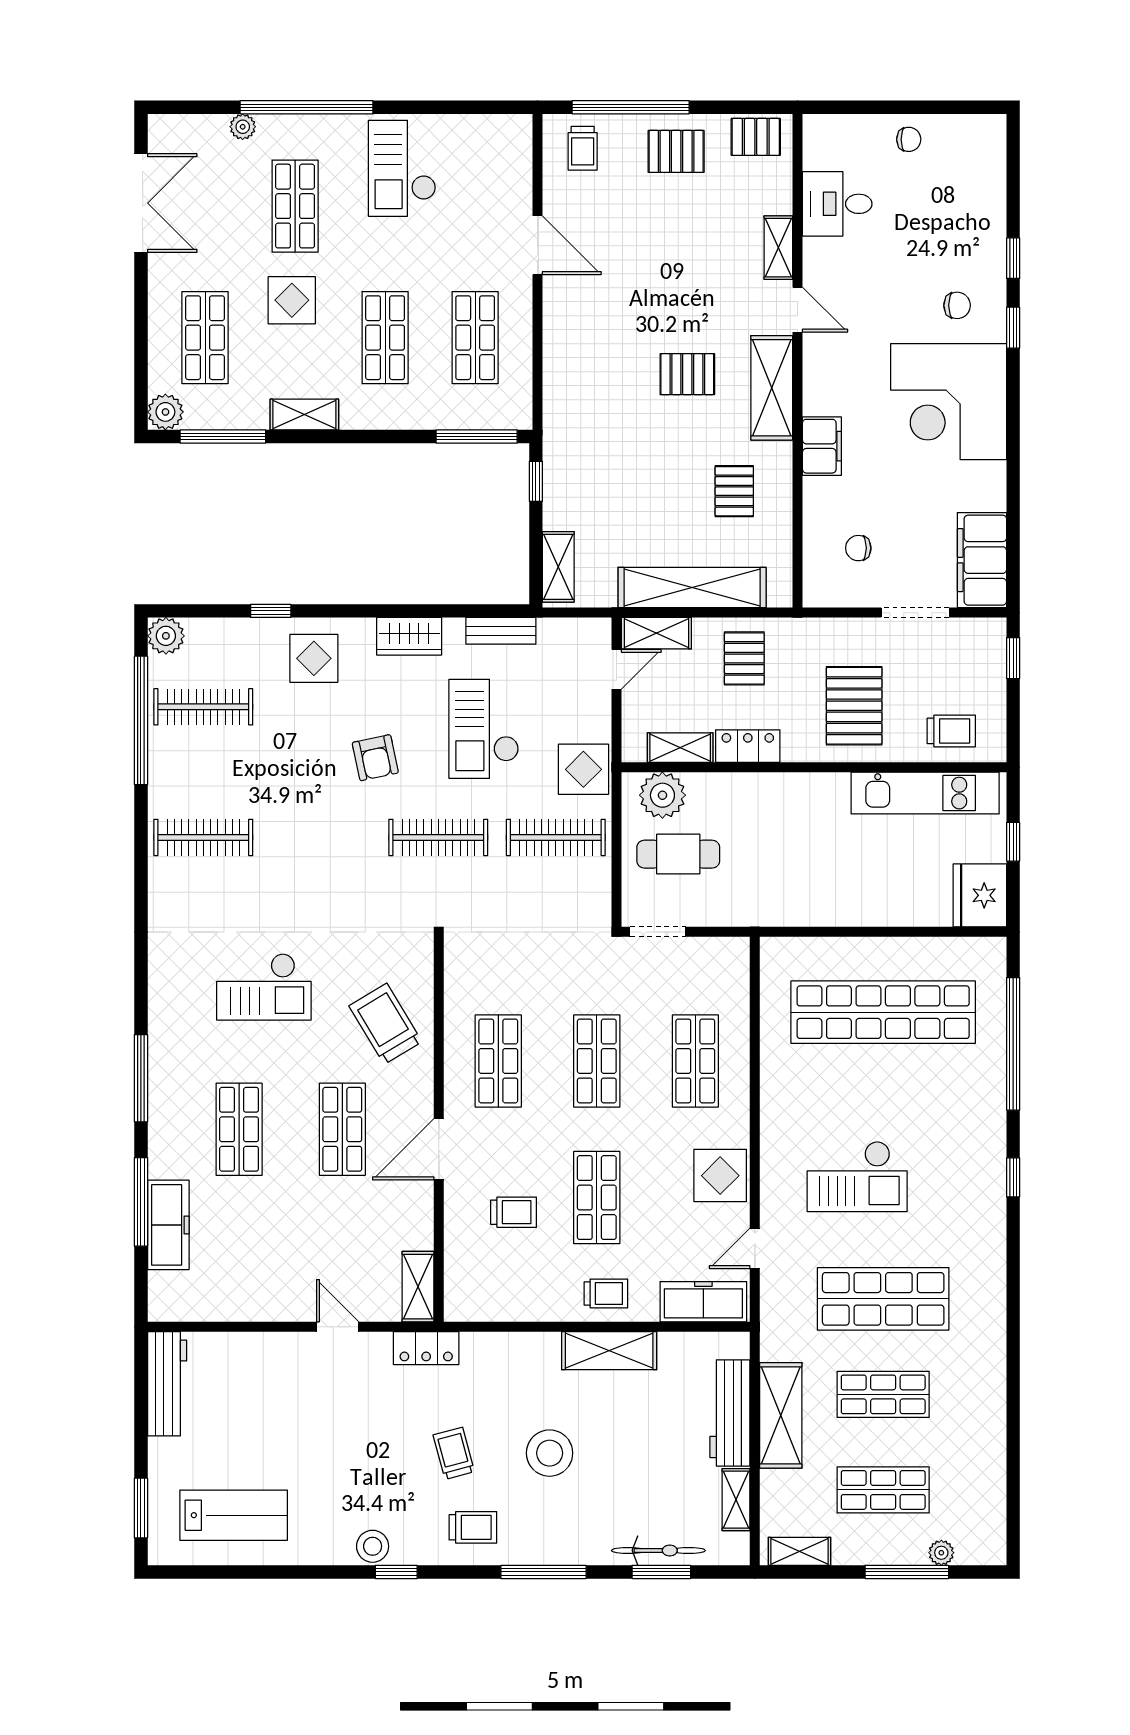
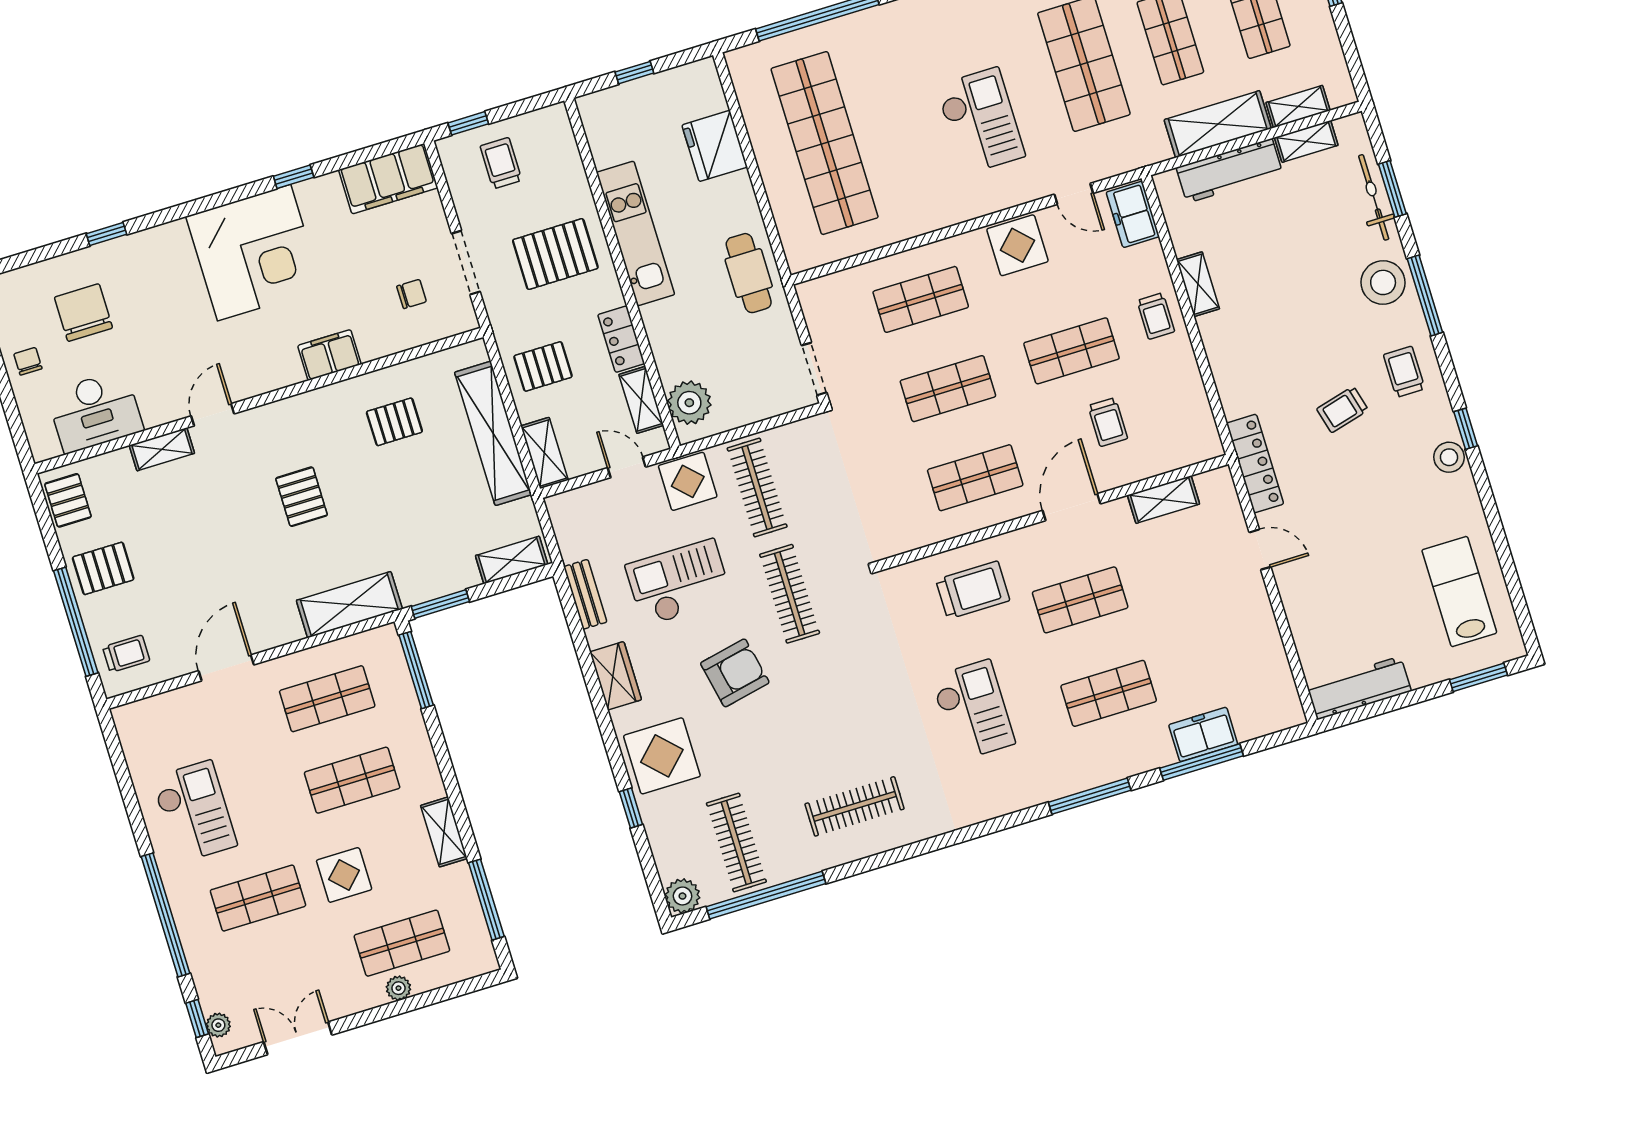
window: (192, 107) -> (197, 1019), added
plant: (243, 127) -> (218, 1025), moved
pallet: (676, 151) -> (103, 568), turned 90
checkout: (402, 168) -> (194, 812), turned -90
double door: (141, 203) -> (298, 1038), width x0.73
desk: (837, 204) -> (95, 411), width x1.37
chair: (957, 305) -> (83, 313), moved, width x1.87, depth x1.87
window: (1013, 328) -> (294, 177), moved
shelving: (772, 388) -> (349, 605), moved
plant: (165, 412) -> (398, 988), moved, width x0.73, depth x0.73
window: (536, 481) -> (440, 604), width x1.50
chair: (858, 548) -> (412, 294), turned -90
doorway: (915, 613) -> (466, 263), moved
display table: (314, 658) -> (662, 756), width x1.36, depth x1.36
door: (617, 669) -> (627, 467), moved
checkout: (484, 729) -> (679, 583), turned 180
trolley: (951, 731) -> (501, 163), moved
armchair: (375, 758) -> (735, 673), width x1.38, depth x1.38
kitchen unit: (925, 793) -> (635, 233), moved
clothes rail: (203, 837) -> (855, 806), turned 90
cafe table: (678, 854) -> (749, 273), moved
fridge: (980, 895) -> (715, 146), moved, turned 90
trolley: (385, 1024) -> (973, 590), turned -149
door: (439, 1149) -> (1072, 507), swing flipped
trolley: (513, 1212) -> (1108, 422), turned 180
freezer: (168, 1225) -> (1203, 734), width x0.71
shelving: (418, 1287) -> (1163, 500), moved
trolley: (606, 1293) -> (1156, 316), turned 180
freezer: (703, 1302) -> (1133, 214), width x0.71
door: (338, 1327) -> (1260, 550), swing flipped
locker: (426, 1348) -> (1255, 464), width x1.53
shelving: (609, 1351) -> (1198, 284), width x0.67, depth x0.75
stool: (550, 1453) -> (1383, 282), moved
shelving: (800, 1551) -> (1298, 107), moved, turned 90

